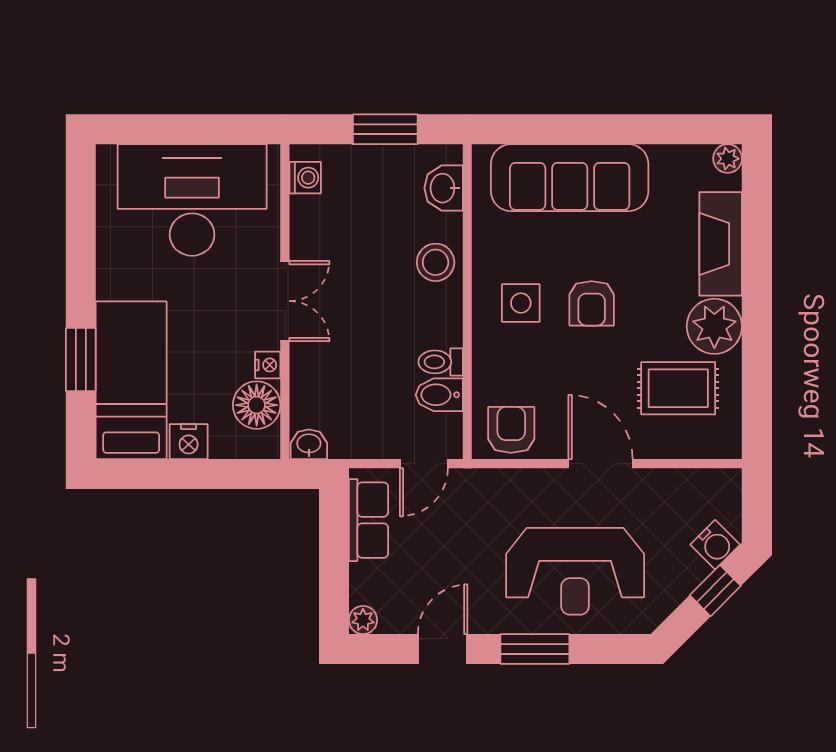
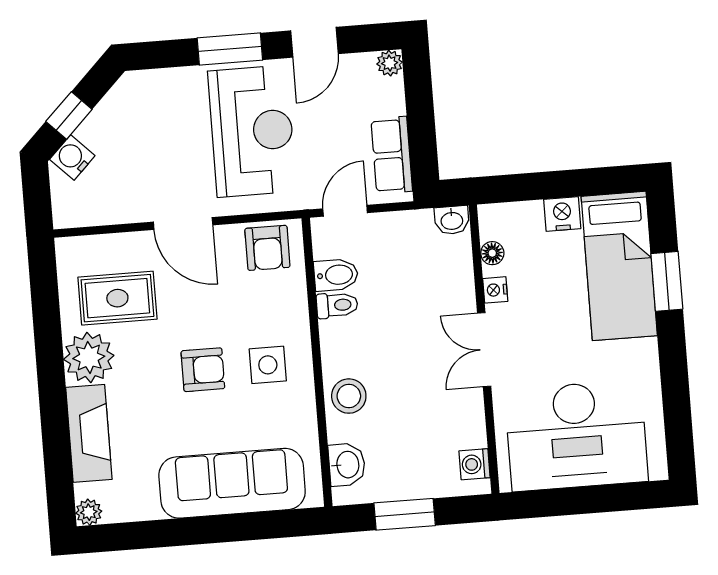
armchair: (592, 303) -> (203, 370), turned 90
floor lamp: (257, 405) -> (492, 253), width x0.53, depth x0.53
reception desk: (575, 571) -> (252, 131), moved, turned 90

